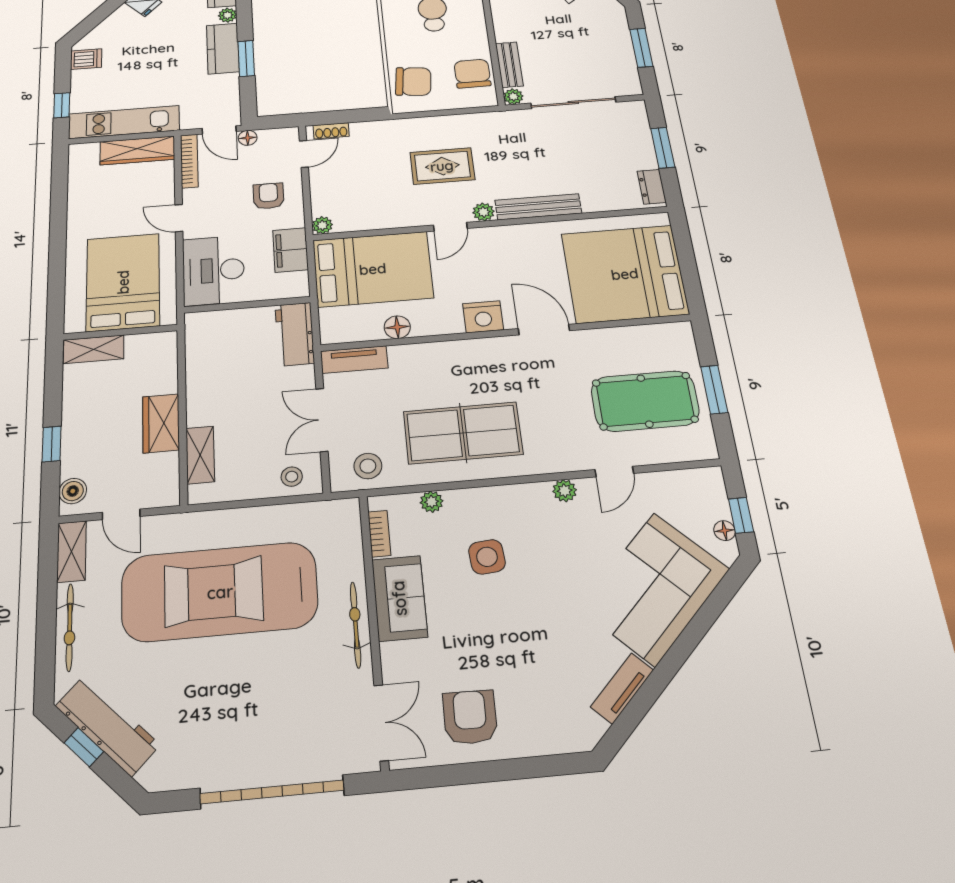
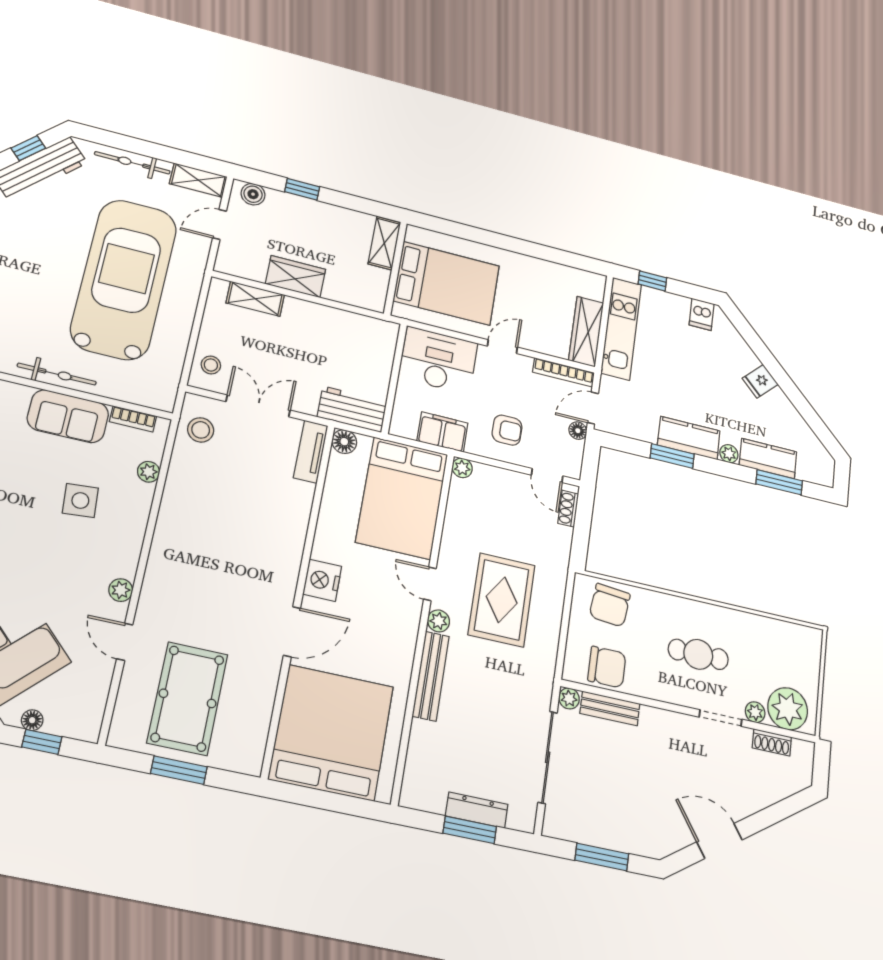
rug: (442, 166) -> (502, 600), width x1.36, depth x1.43
dresser: (652, 187) -> (477, 810), moved, width x1.44
floor lamp: (397, 327) -> (344, 442), moved
table tennis table: (463, 433) -> (207, 521), removed

